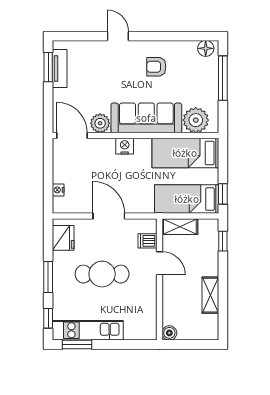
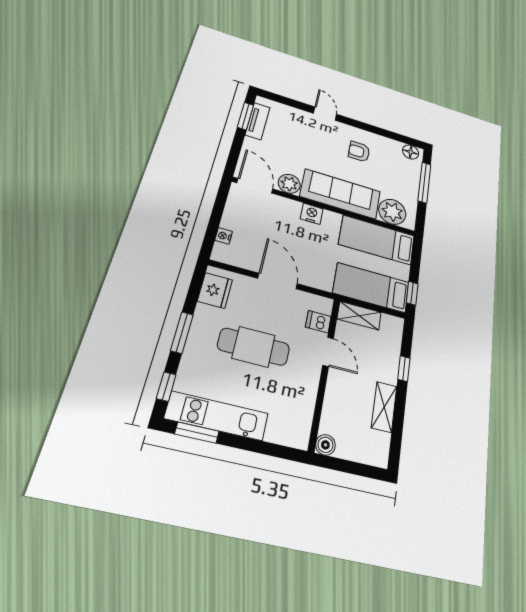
window: (223, 241) -> (404, 369), moved

